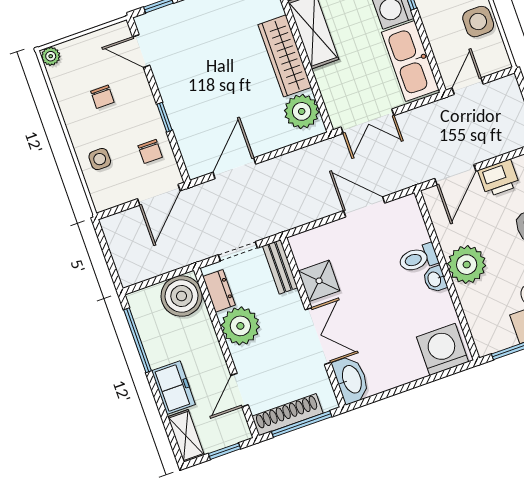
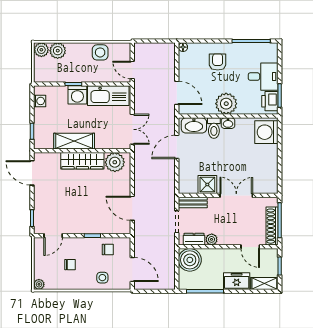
printer: (499, 178) -> (270, 101), moved, turned 180
door: (159, 195) -> (132, 269), moved
plant: (240, 326) -> (212, 239), width x0.53, depth x0.53
washbasin: (351, 380) -> (194, 125), moved, turned 180

